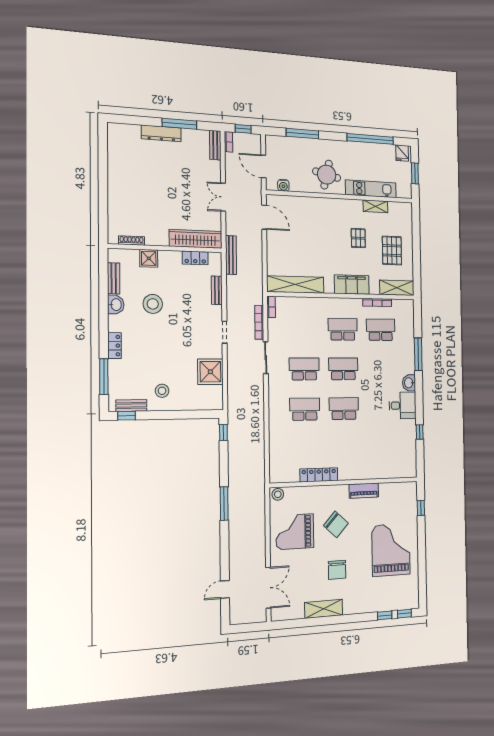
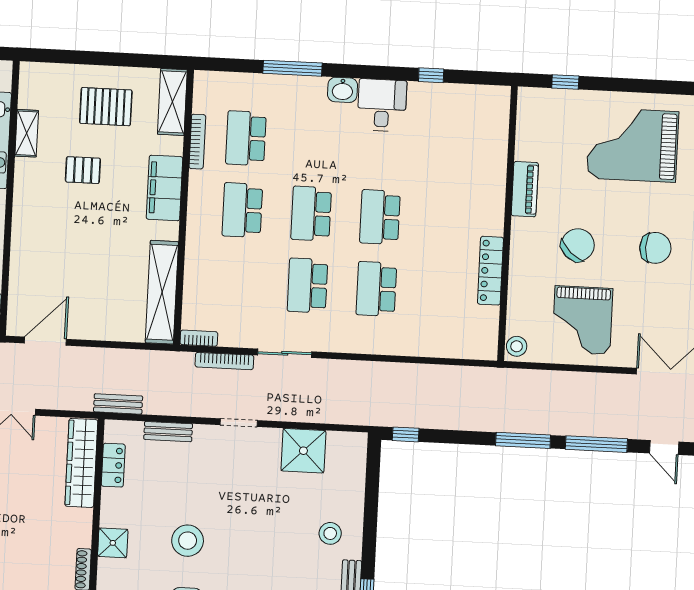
bench: (231, 255) -> (118, 404), width x0.73
window: (225, 548) -> (596, 444), added

